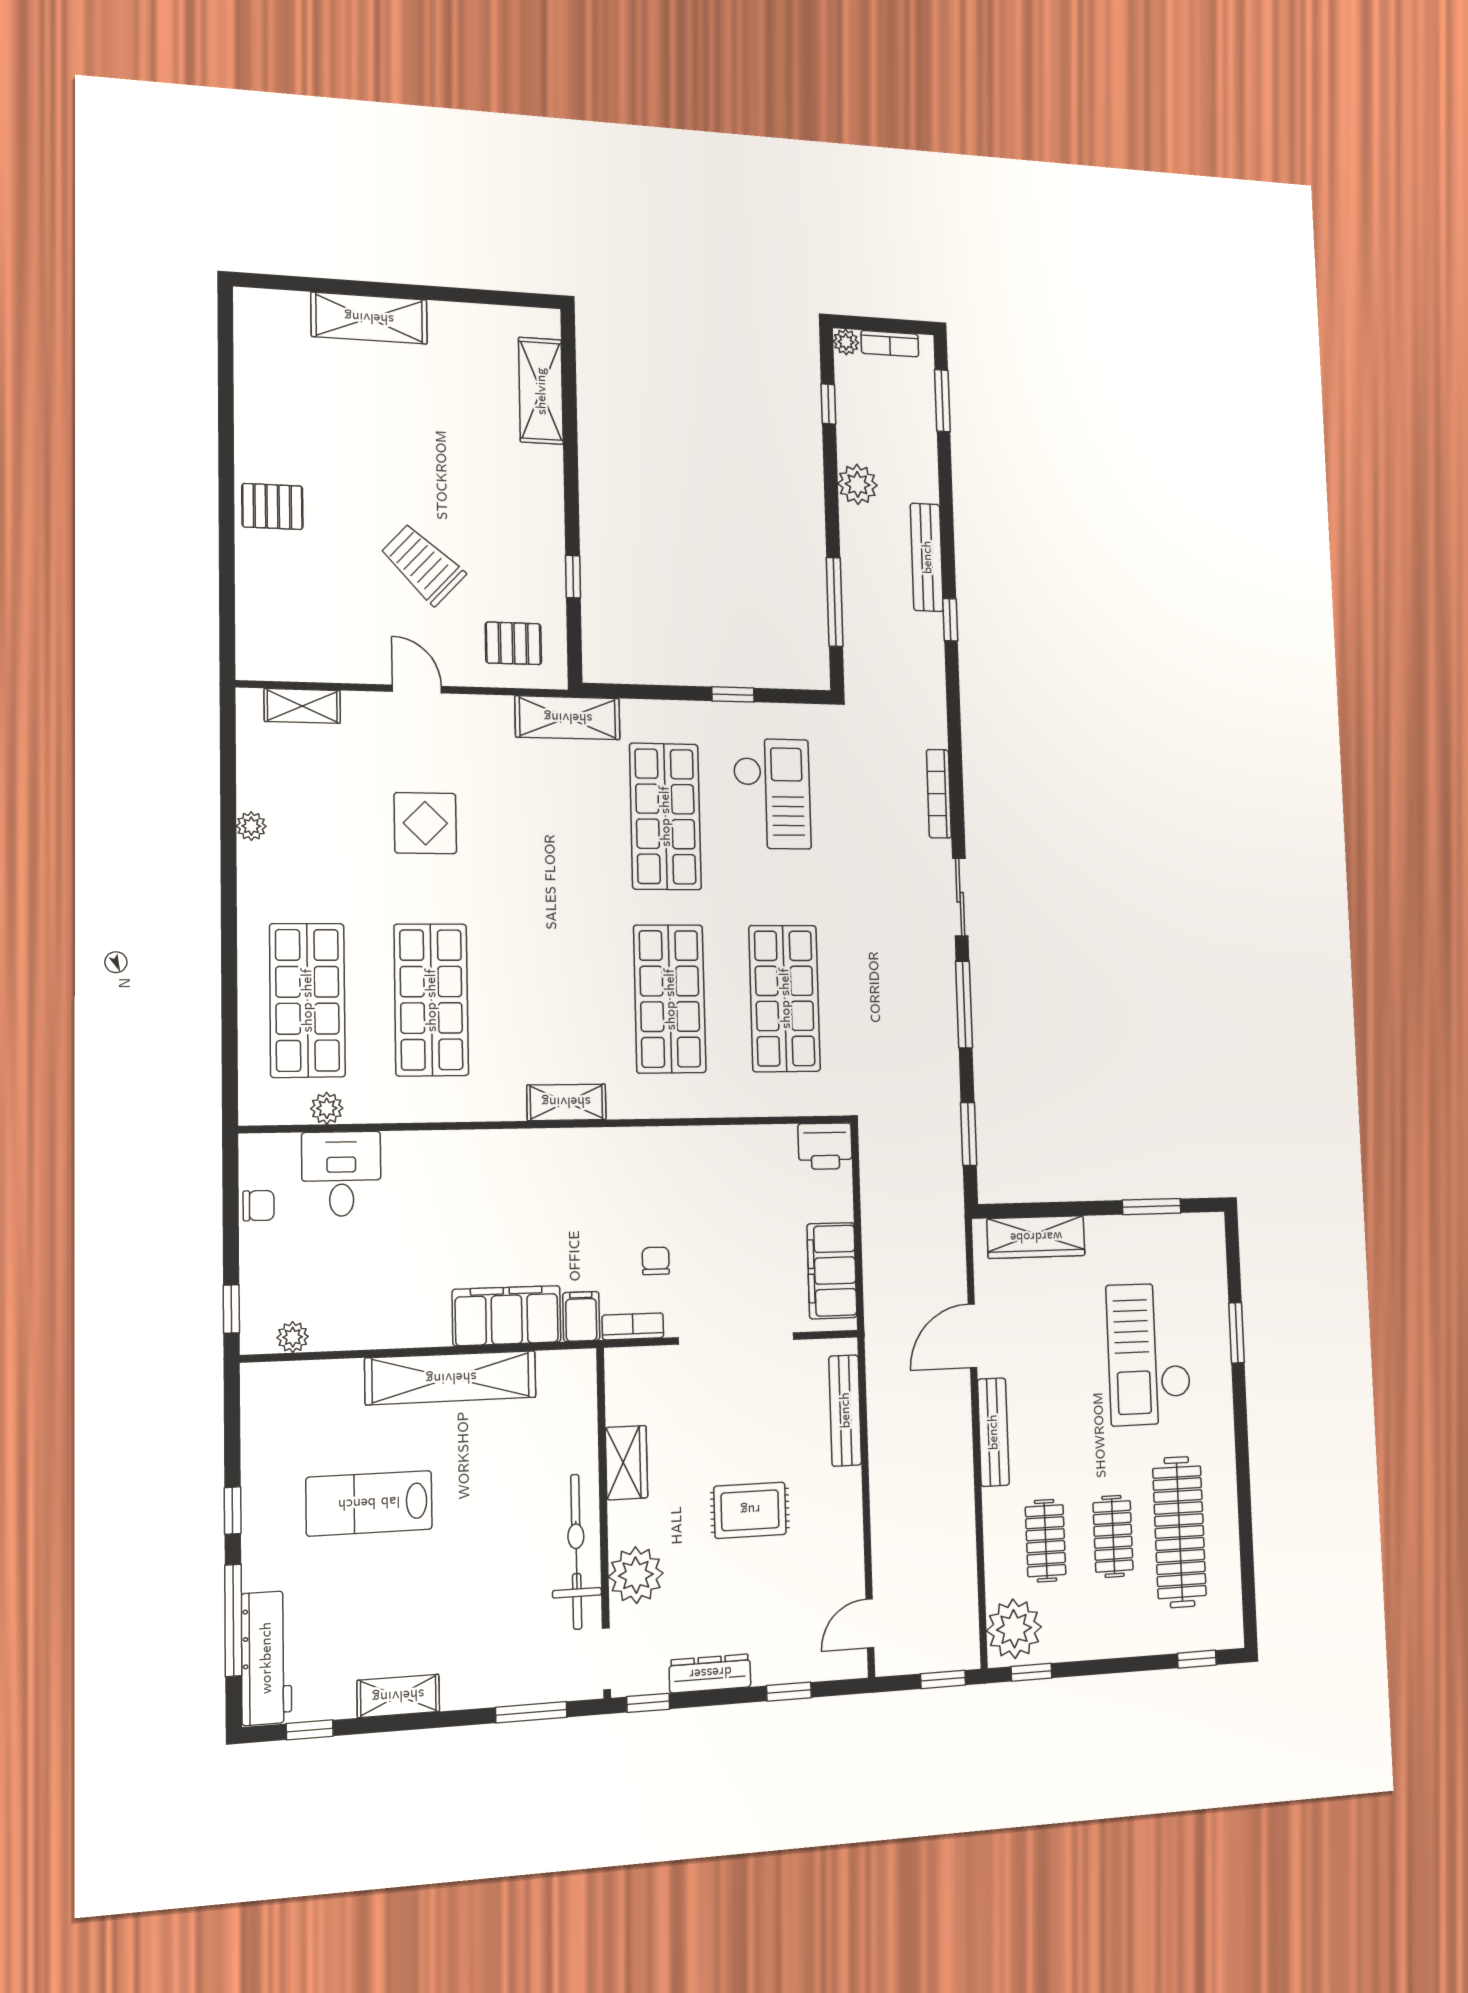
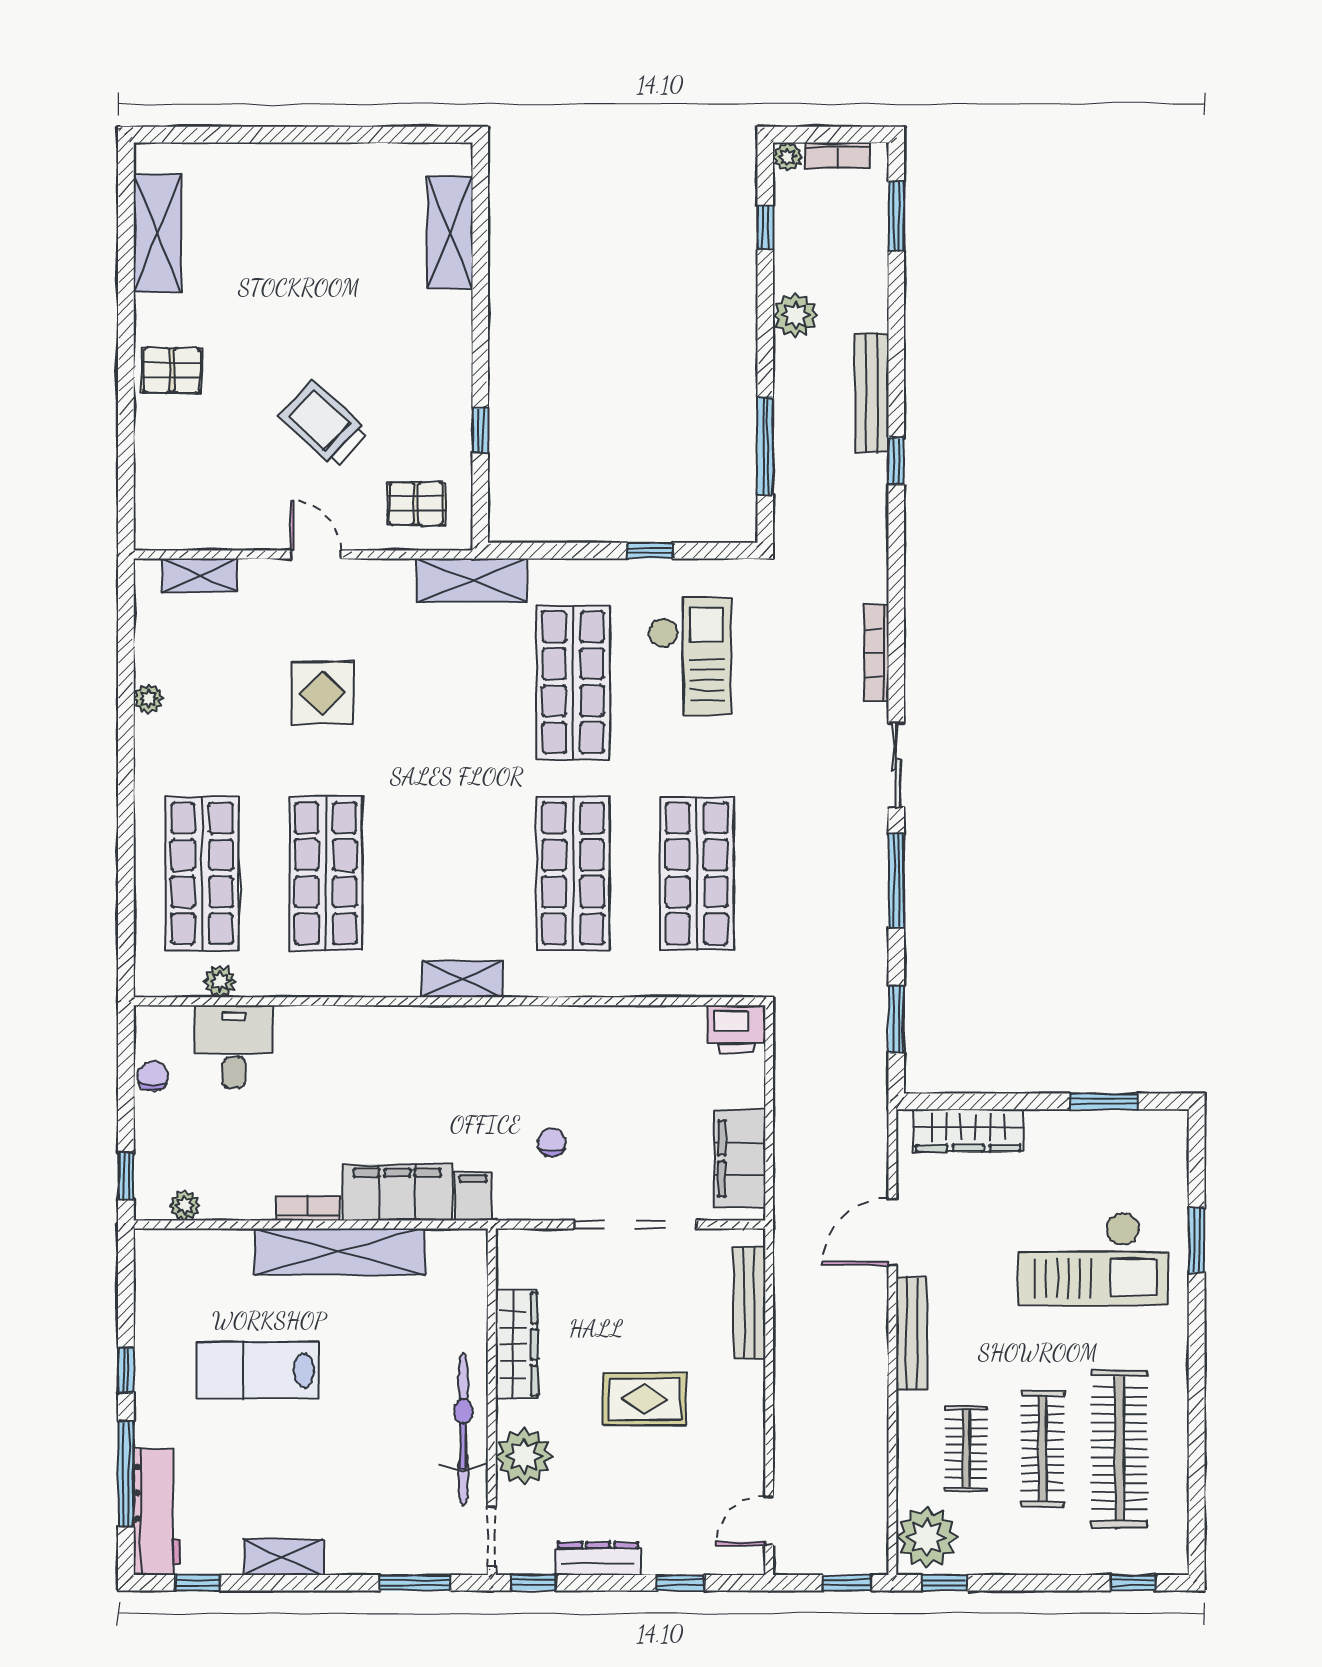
shelving: (369, 318) -> (157, 233), moved, turned 90
chair: (259, 1206) -> (153, 1076), turned -90
bookcase: (633, 1326) -> (308, 1208), moved
checkout: (1149, 1354) -> (1093, 1259), turned -90
wardrobe: (626, 1463) -> (517, 1344), width x1.50
clothes rail: (1113, 1536) -> (1043, 1449), width x1.36

